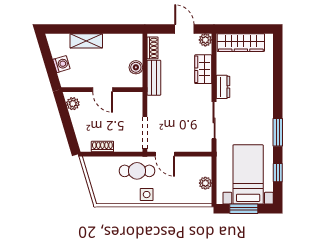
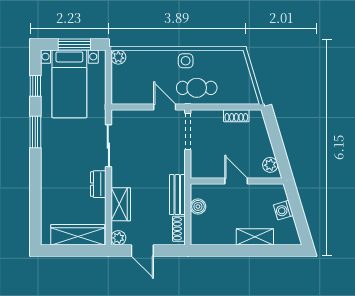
plant: (205, 183) -> (118, 57), moved

